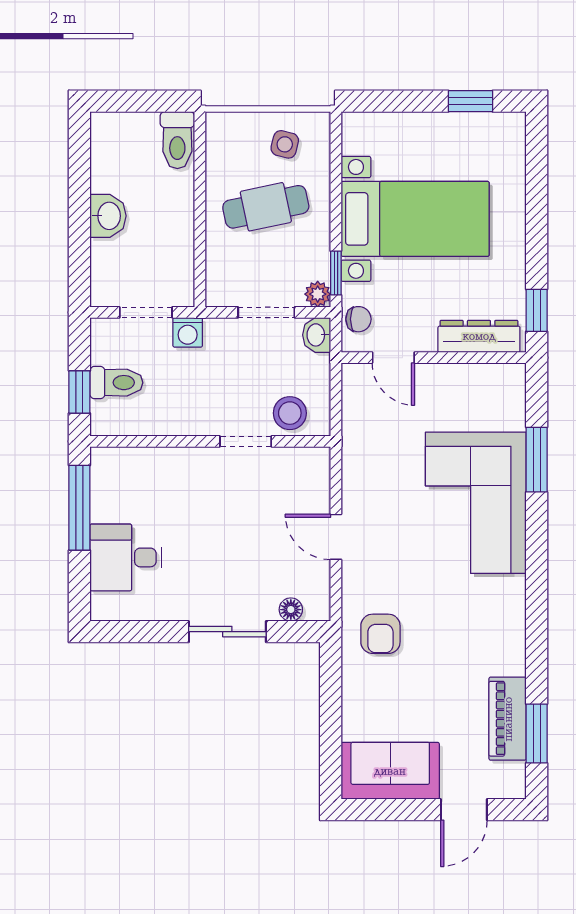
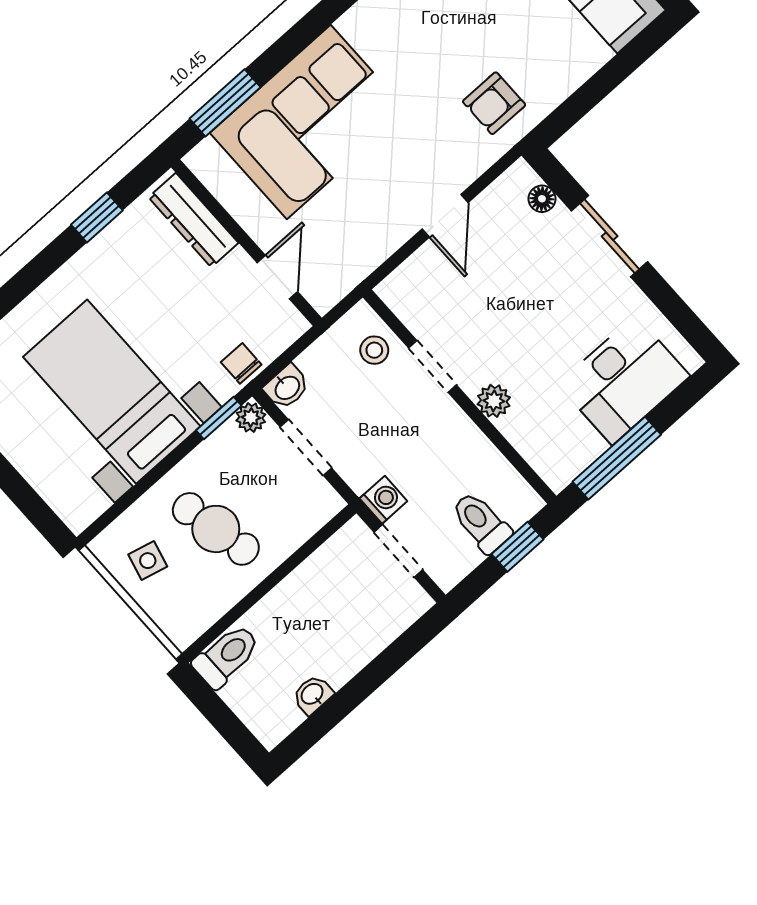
washbasin: (108, 216) -> (313, 694), moved, width x0.72, depth x0.69
dresser: (479, 336) -> (193, 220), moved
door: (393, 358) -> (277, 277), moved
wall: (434, 358) -> (246, 243), moved
stool: (290, 413) -> (374, 350), width x0.73, depth x0.73
plant: (188, 461) -> (494, 401), added
desk: (126, 557) -> (624, 380), width x1.37
armchair: (380, 634) -> (494, 103), turned 180

